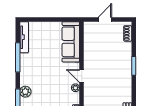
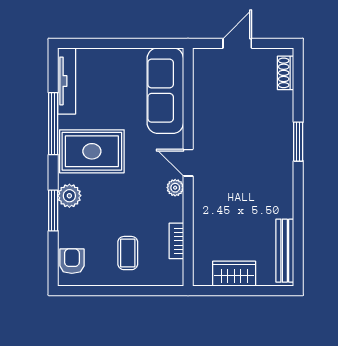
rug: (36, 71) -> (92, 151), added

